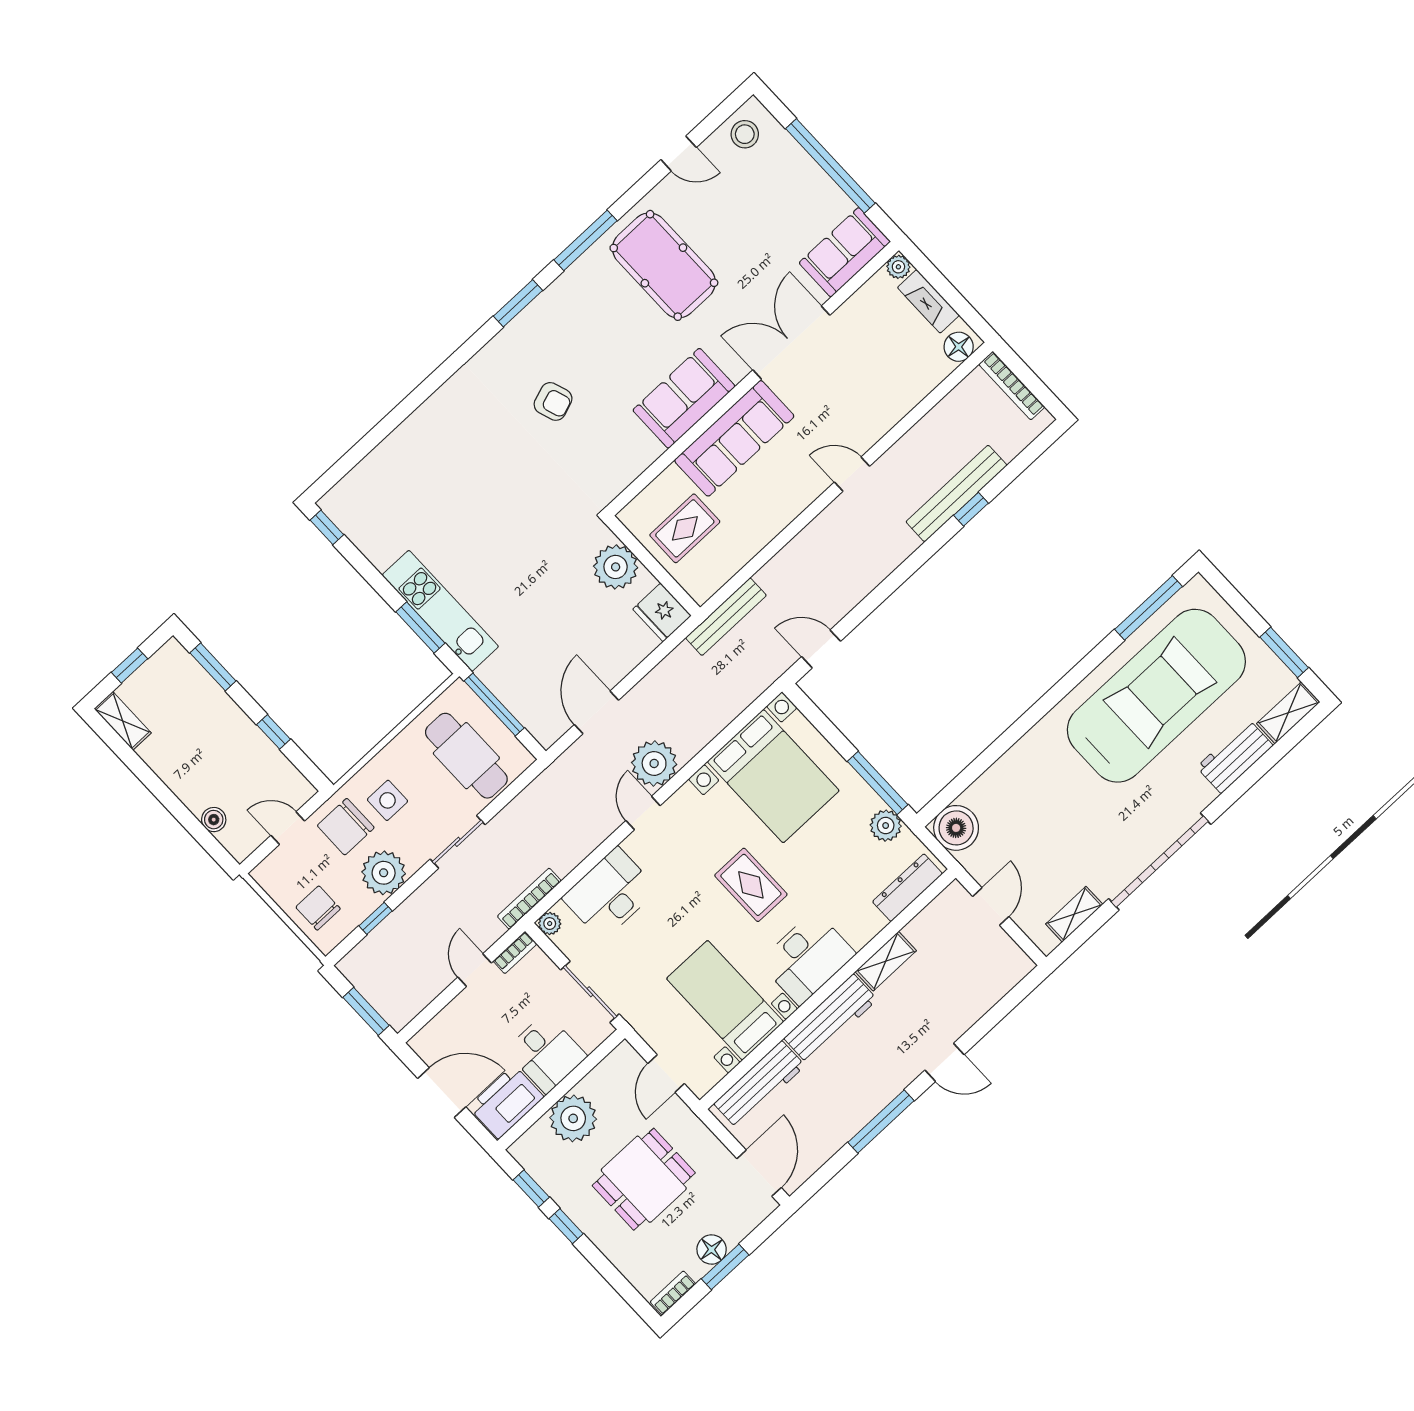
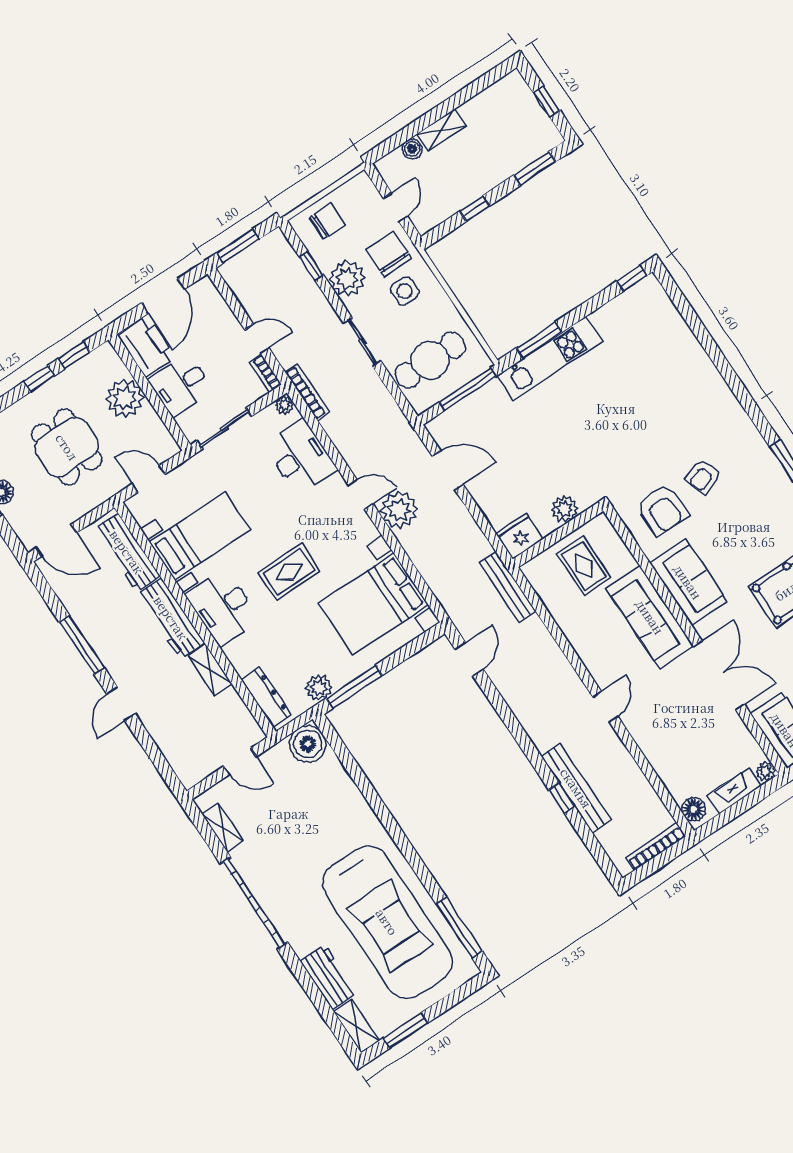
armchair: (601, 444) -> (662, 510), added
plant: (616, 567) -> (565, 509), width x0.73, depth x0.73
shelving: (123, 721) -> (441, 130), moved

